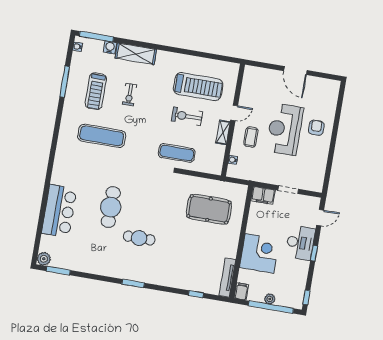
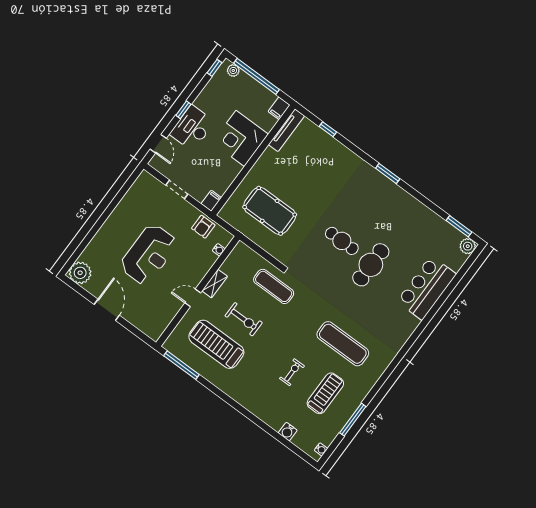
window: (96, 37) -> (181, 365), moved
shelving: (136, 54) -> (264, 411), removed
plant: (330, 89) -> (80, 273), added
armchair: (316, 128) -> (203, 227), moved
coffee table: (251, 137) -> (188, 264), removed
filing cabinet: (263, 195) -> (211, 201), width x0.50
door: (320, 218) -> (158, 144), swing flipped
cafe table: (139, 238) -> (342, 241), moved
plant: (270, 299) -> (233, 70), moved

